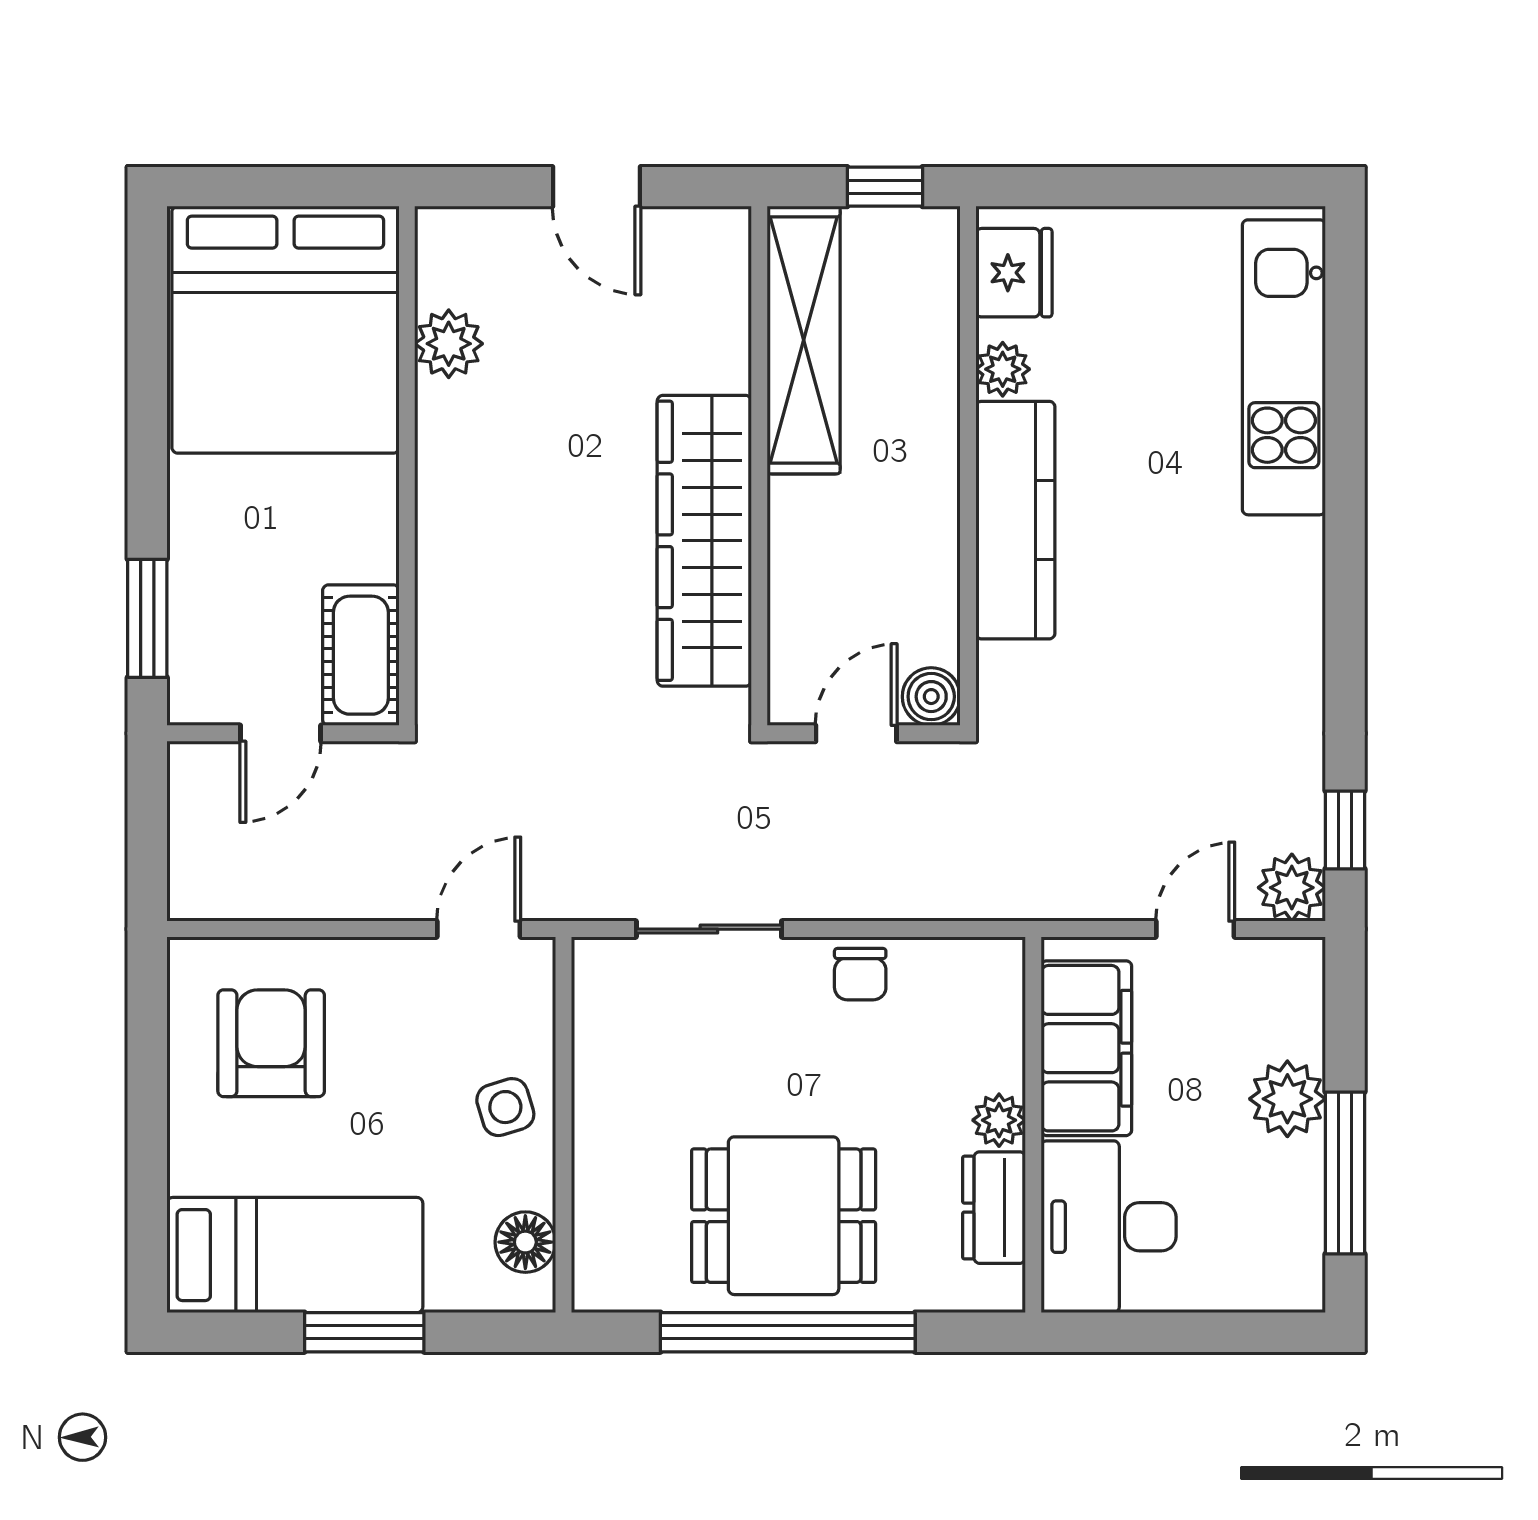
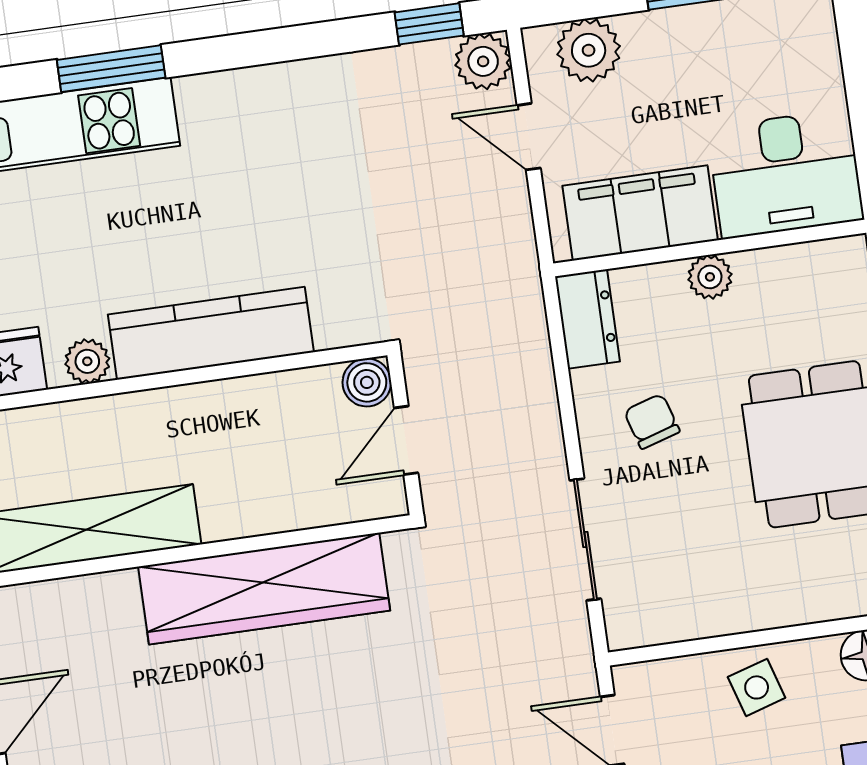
window: (1345, 446) -> (111, 69), added
door: (856, 733) -> (406, 440), hinge flipped
chair: (860, 974) -> (652, 421), moved, turned -107
plant: (1287, 1099) -> (589, 50), moved
dresser: (994, 1208) -> (587, 319), moved, turned -90

